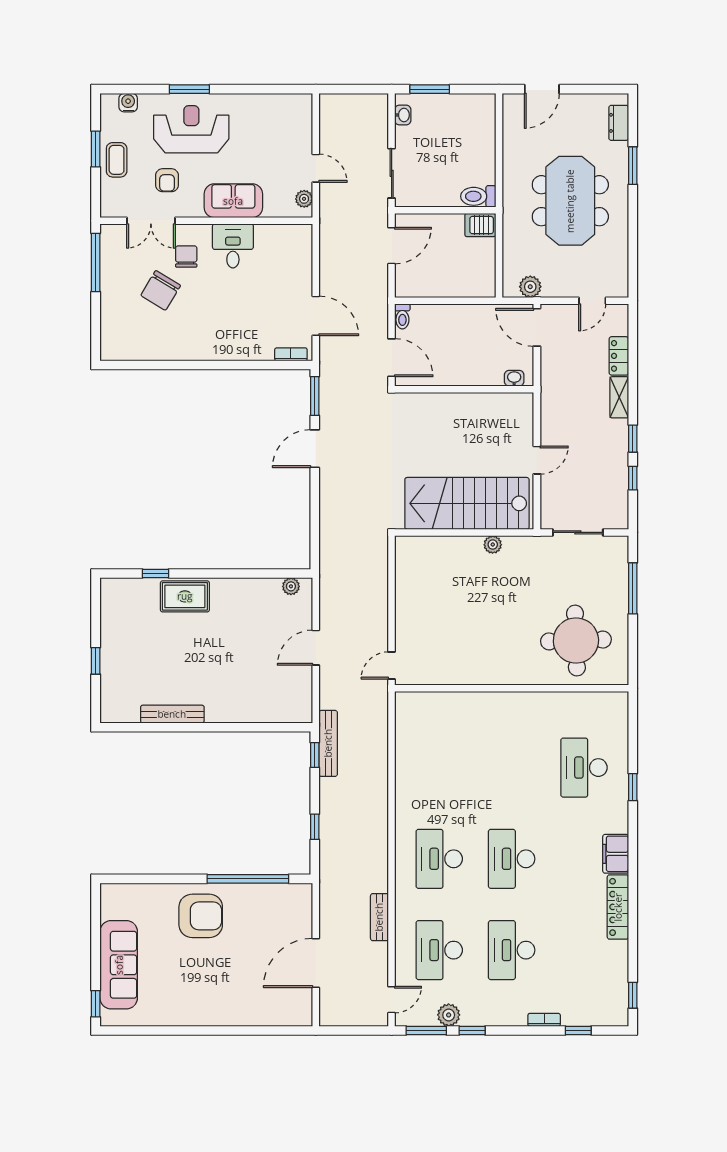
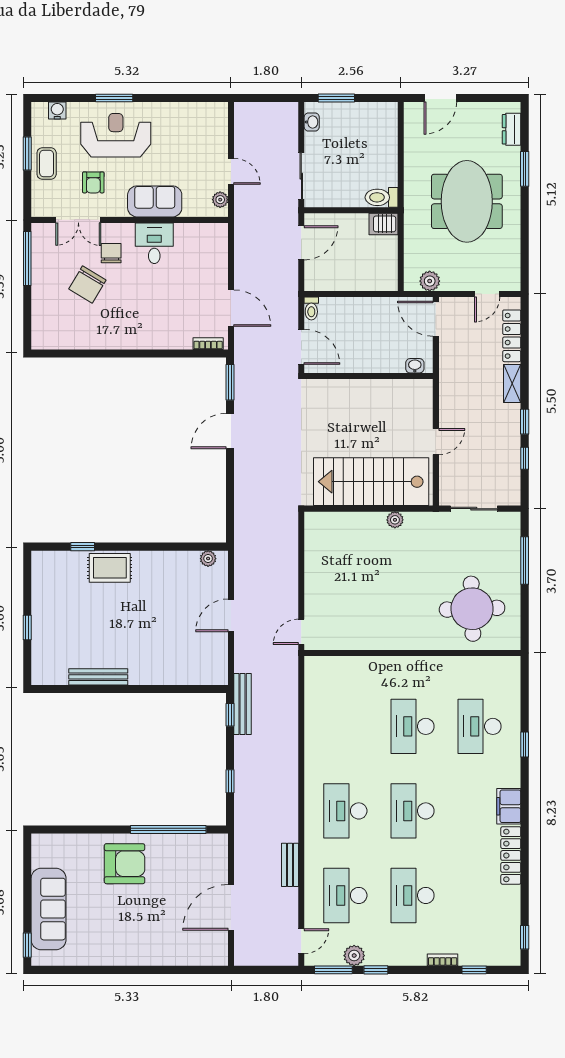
locker: (619, 356) -> (512, 336), width x1.53
desk: (512, 768) -> (412, 726), added

